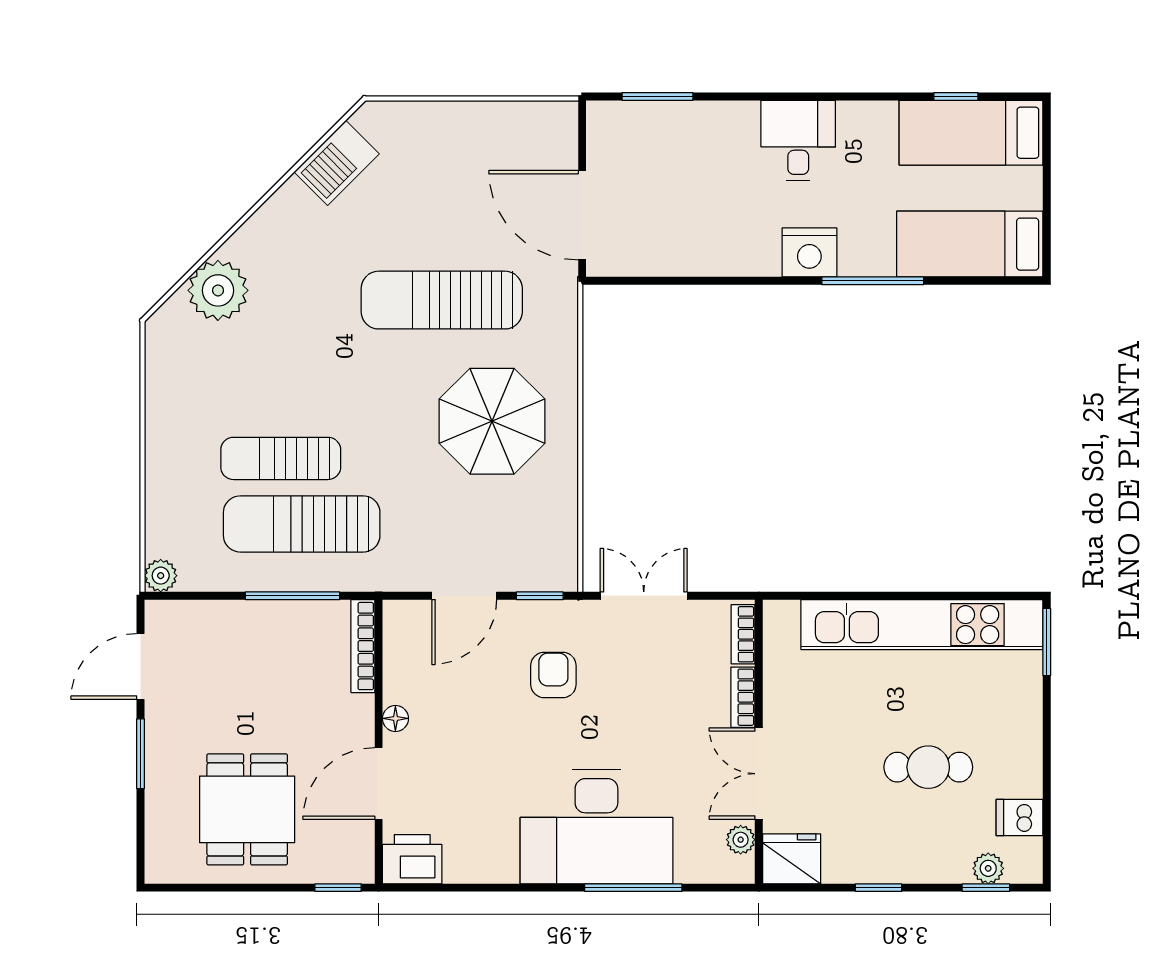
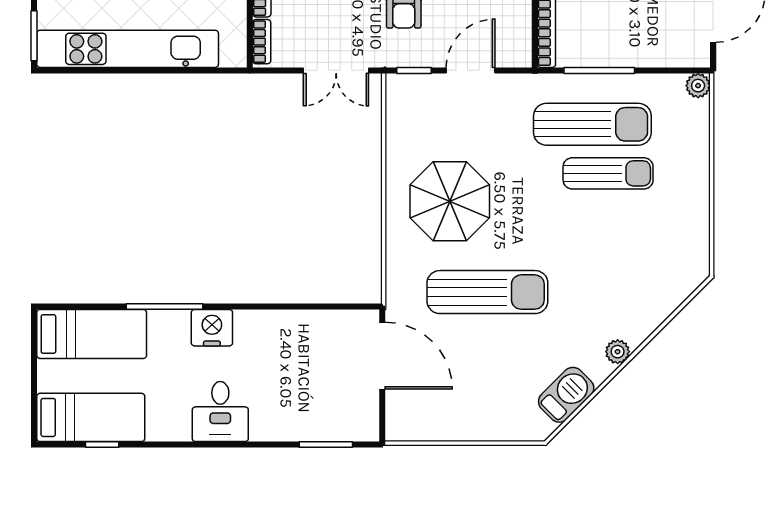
plant: (218, 290) -> (618, 352), moved, width x0.53, depth x0.53

